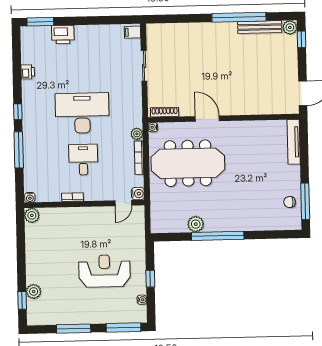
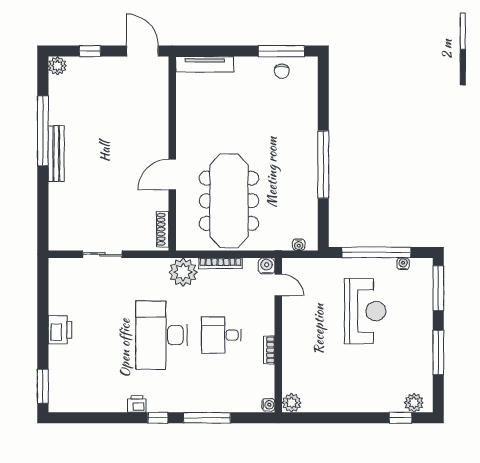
bench: (260, 27) -> (56, 153), moved
filing cabinet: (133, 32) -> (59, 268), removed
printer: (63, 35) -> (60, 330), moved
window: (302, 39) -> (90, 51), moved
printer: (28, 72) -> (137, 404), moved
water cooler: (153, 127) -> (299, 245), moved
plant: (137, 134) -> (183, 272), width x1.87, depth x1.87
plant: (196, 224) -> (307, 192), removed
reception desk: (104, 271) -> (365, 311), turned 180
window: (150, 279) -> (376, 252), width x3.17
plant: (34, 291) -> (414, 403), moved

